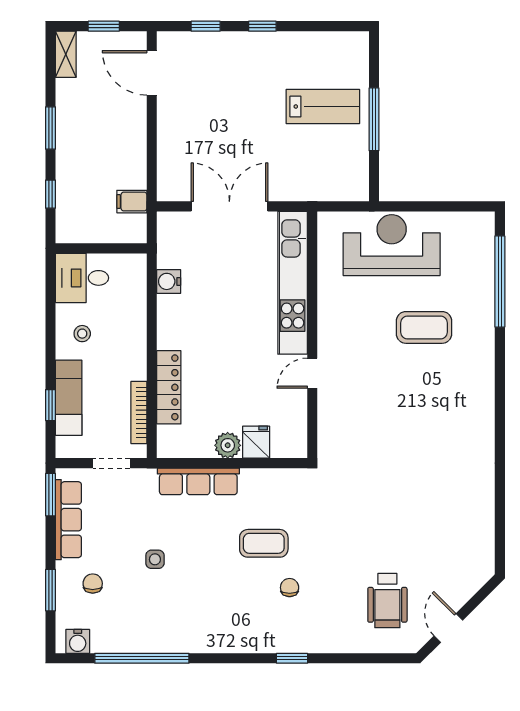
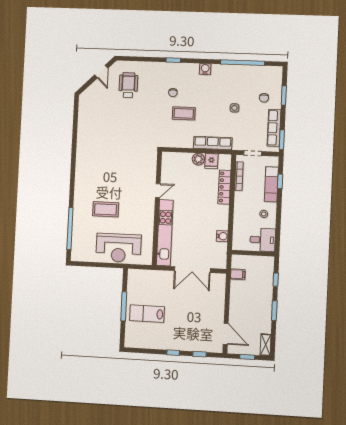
fridge: (256, 442) -> (211, 161), moved
water cooler: (78, 641) -> (205, 69), moved

